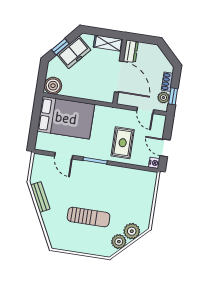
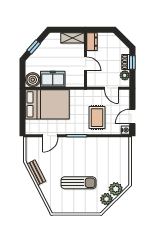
freezer: (74, 52) -> (53, 79), moved, turned -131
door: (119, 77) -> (86, 64), width x0.53
window: (173, 96) -> (132, 63), moved
door: (165, 148) -> (132, 116), hinge flipped
door: (64, 156) -> (50, 136), hinge flipped

